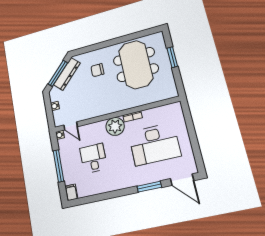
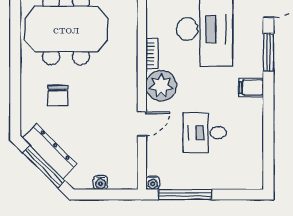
door: (71, 126) -> (142, 124), moved
window: (58, 166) -> (185, 195), moved
filing cabinet: (71, 192) -> (251, 87), moved

